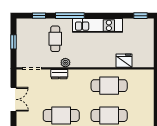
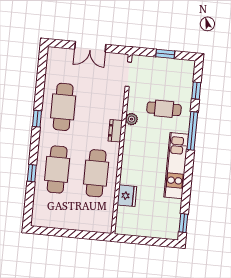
dresser: (59, 74) -> (115, 131), moved

